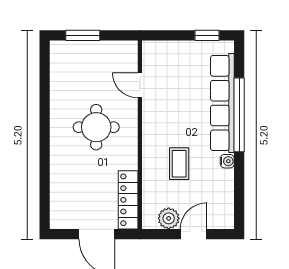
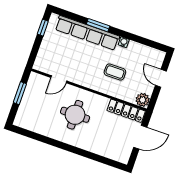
window: (83, 35) -> (20, 93), moved
window: (239, 115) -> (98, 25), width x0.47
plant: (169, 218) -> (143, 100), moved

